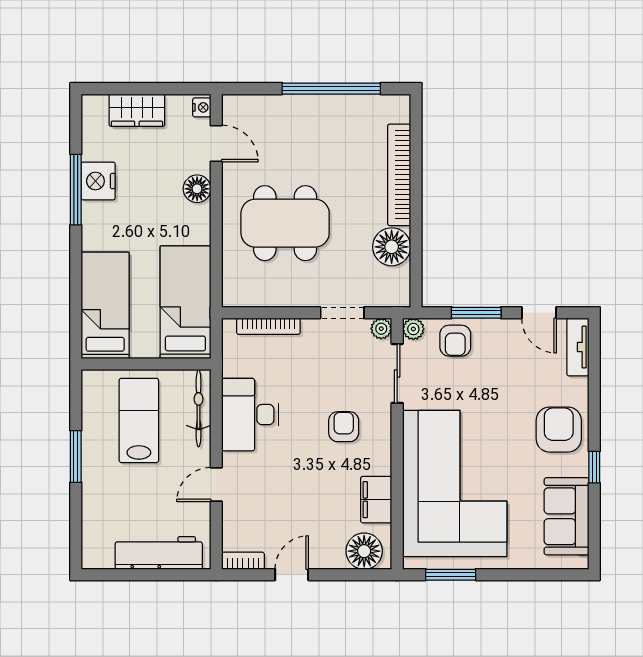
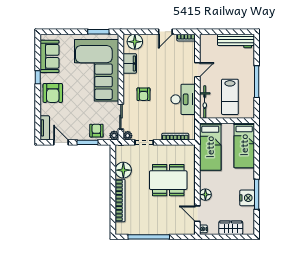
window: (76, 456) -> (257, 82), width x1.44
workbench: (159, 553) -> (236, 41), moved

